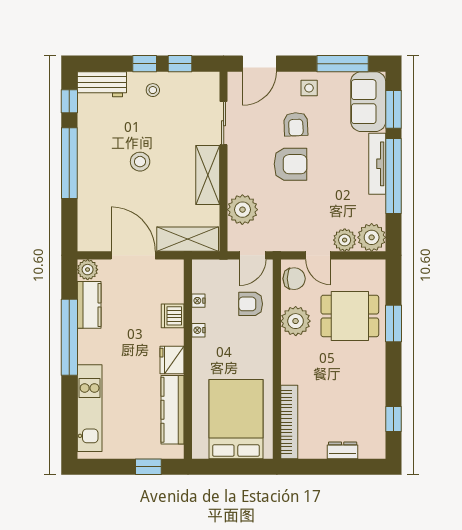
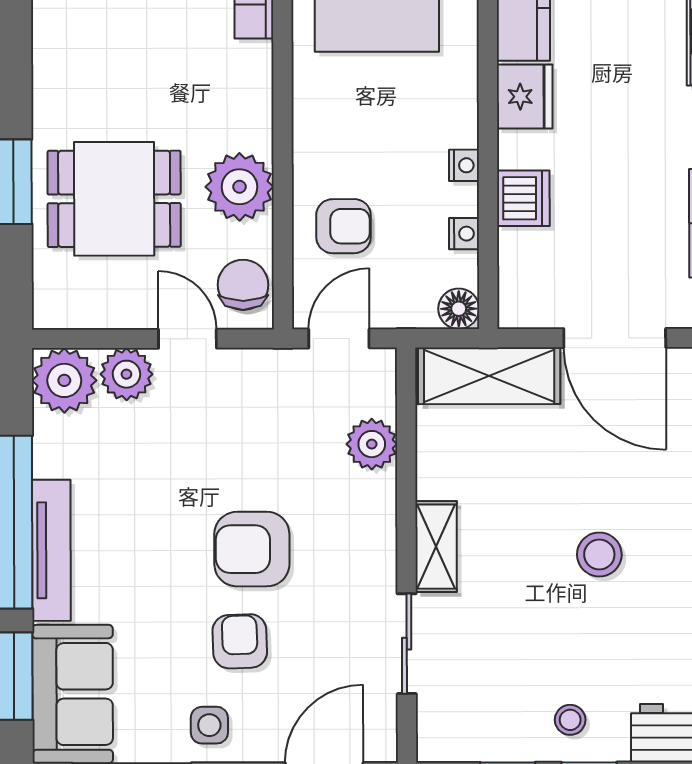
shelving: (208, 175) -> (436, 547), width x0.67, depth x0.75
plant: (242, 210) -> (372, 444), width x0.73, depth x0.73
floor lamp: (201, 268) -> (459, 309), added
chair: (294, 279) -> (243, 285), turned 90

